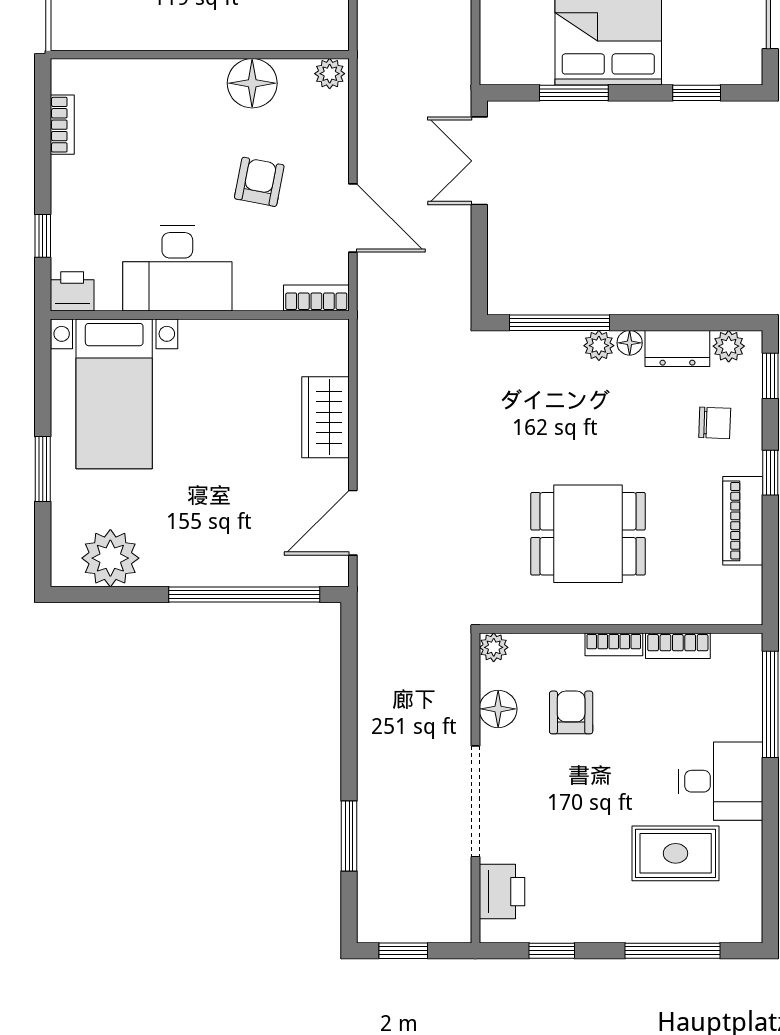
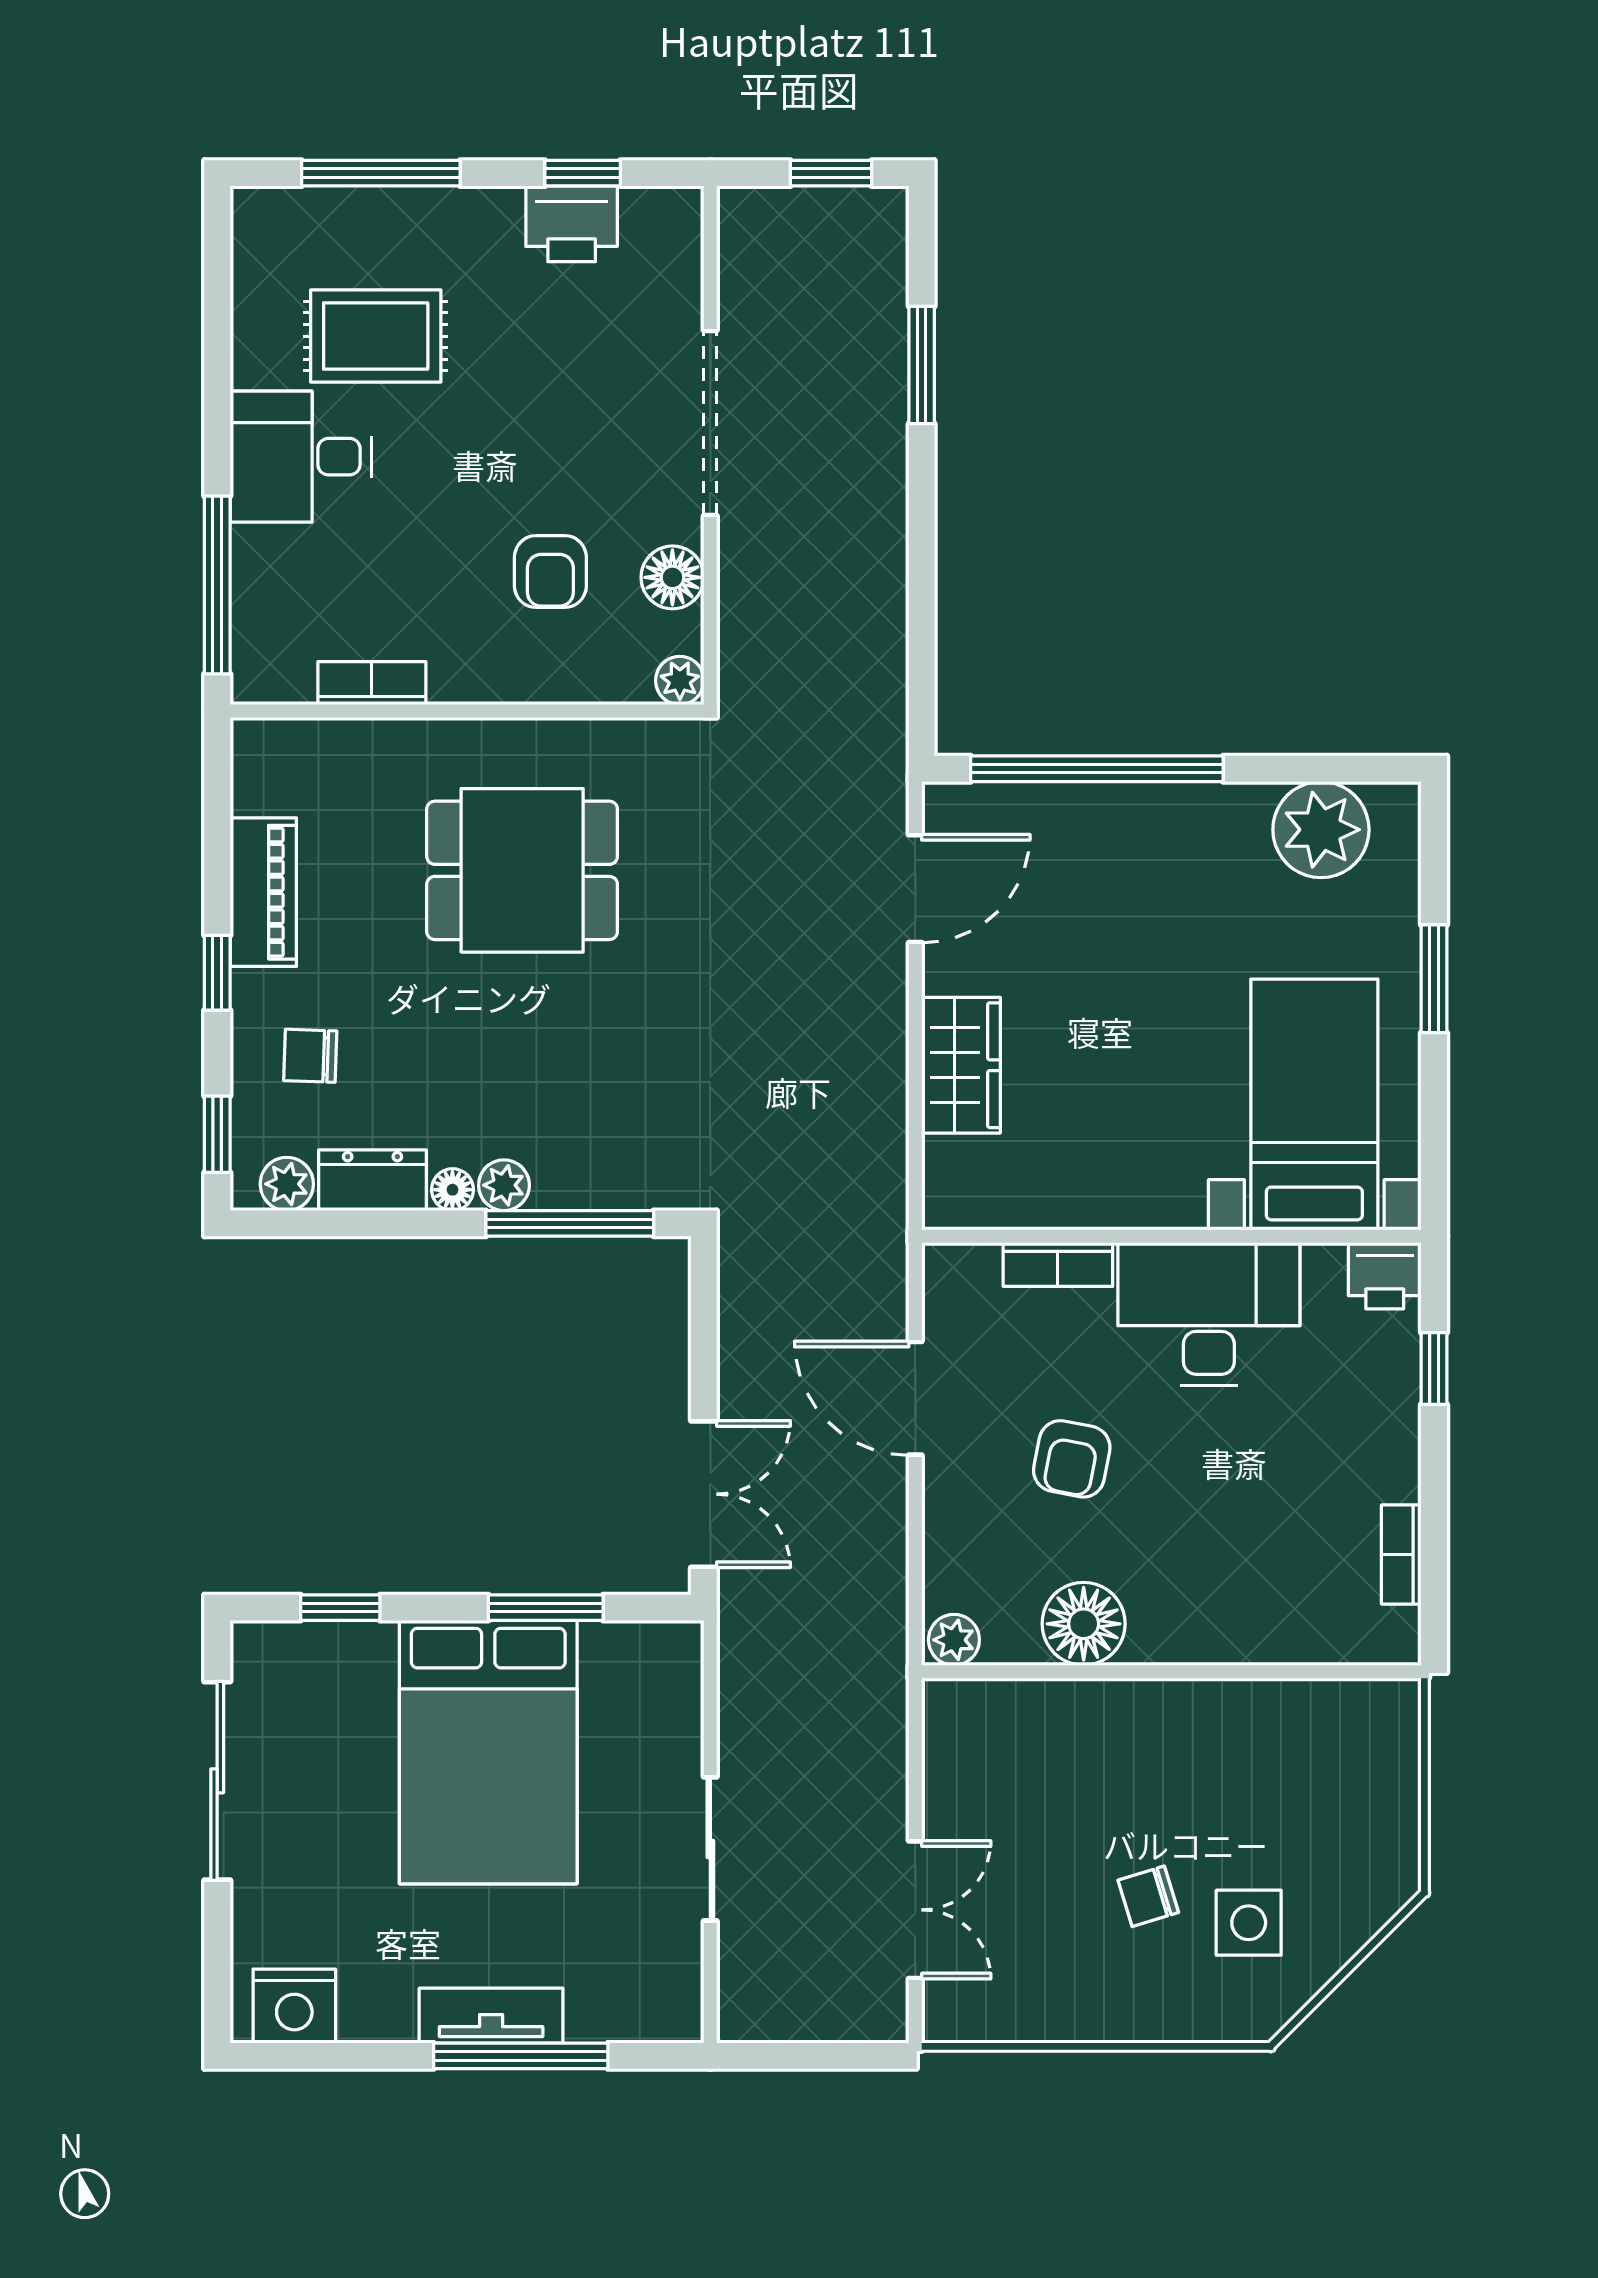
bookcase: (316, 298) -> (1058, 1264), moved
bookcase: (614, 644) -> (479, 685), removed
printer: (502, 892) -> (572, 224), moved, turned -90

